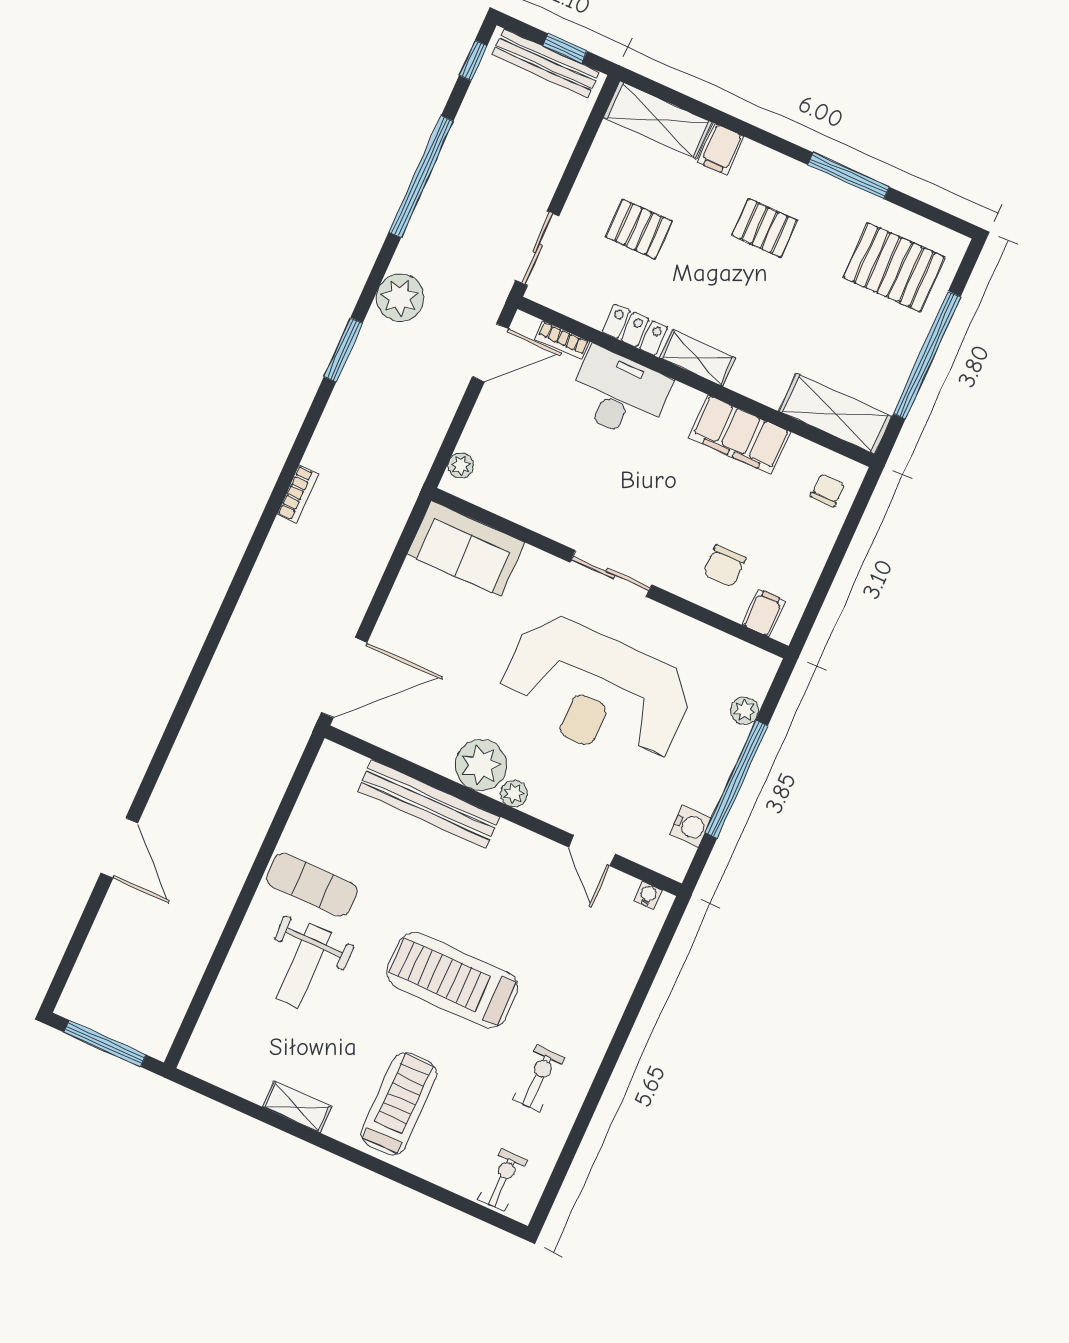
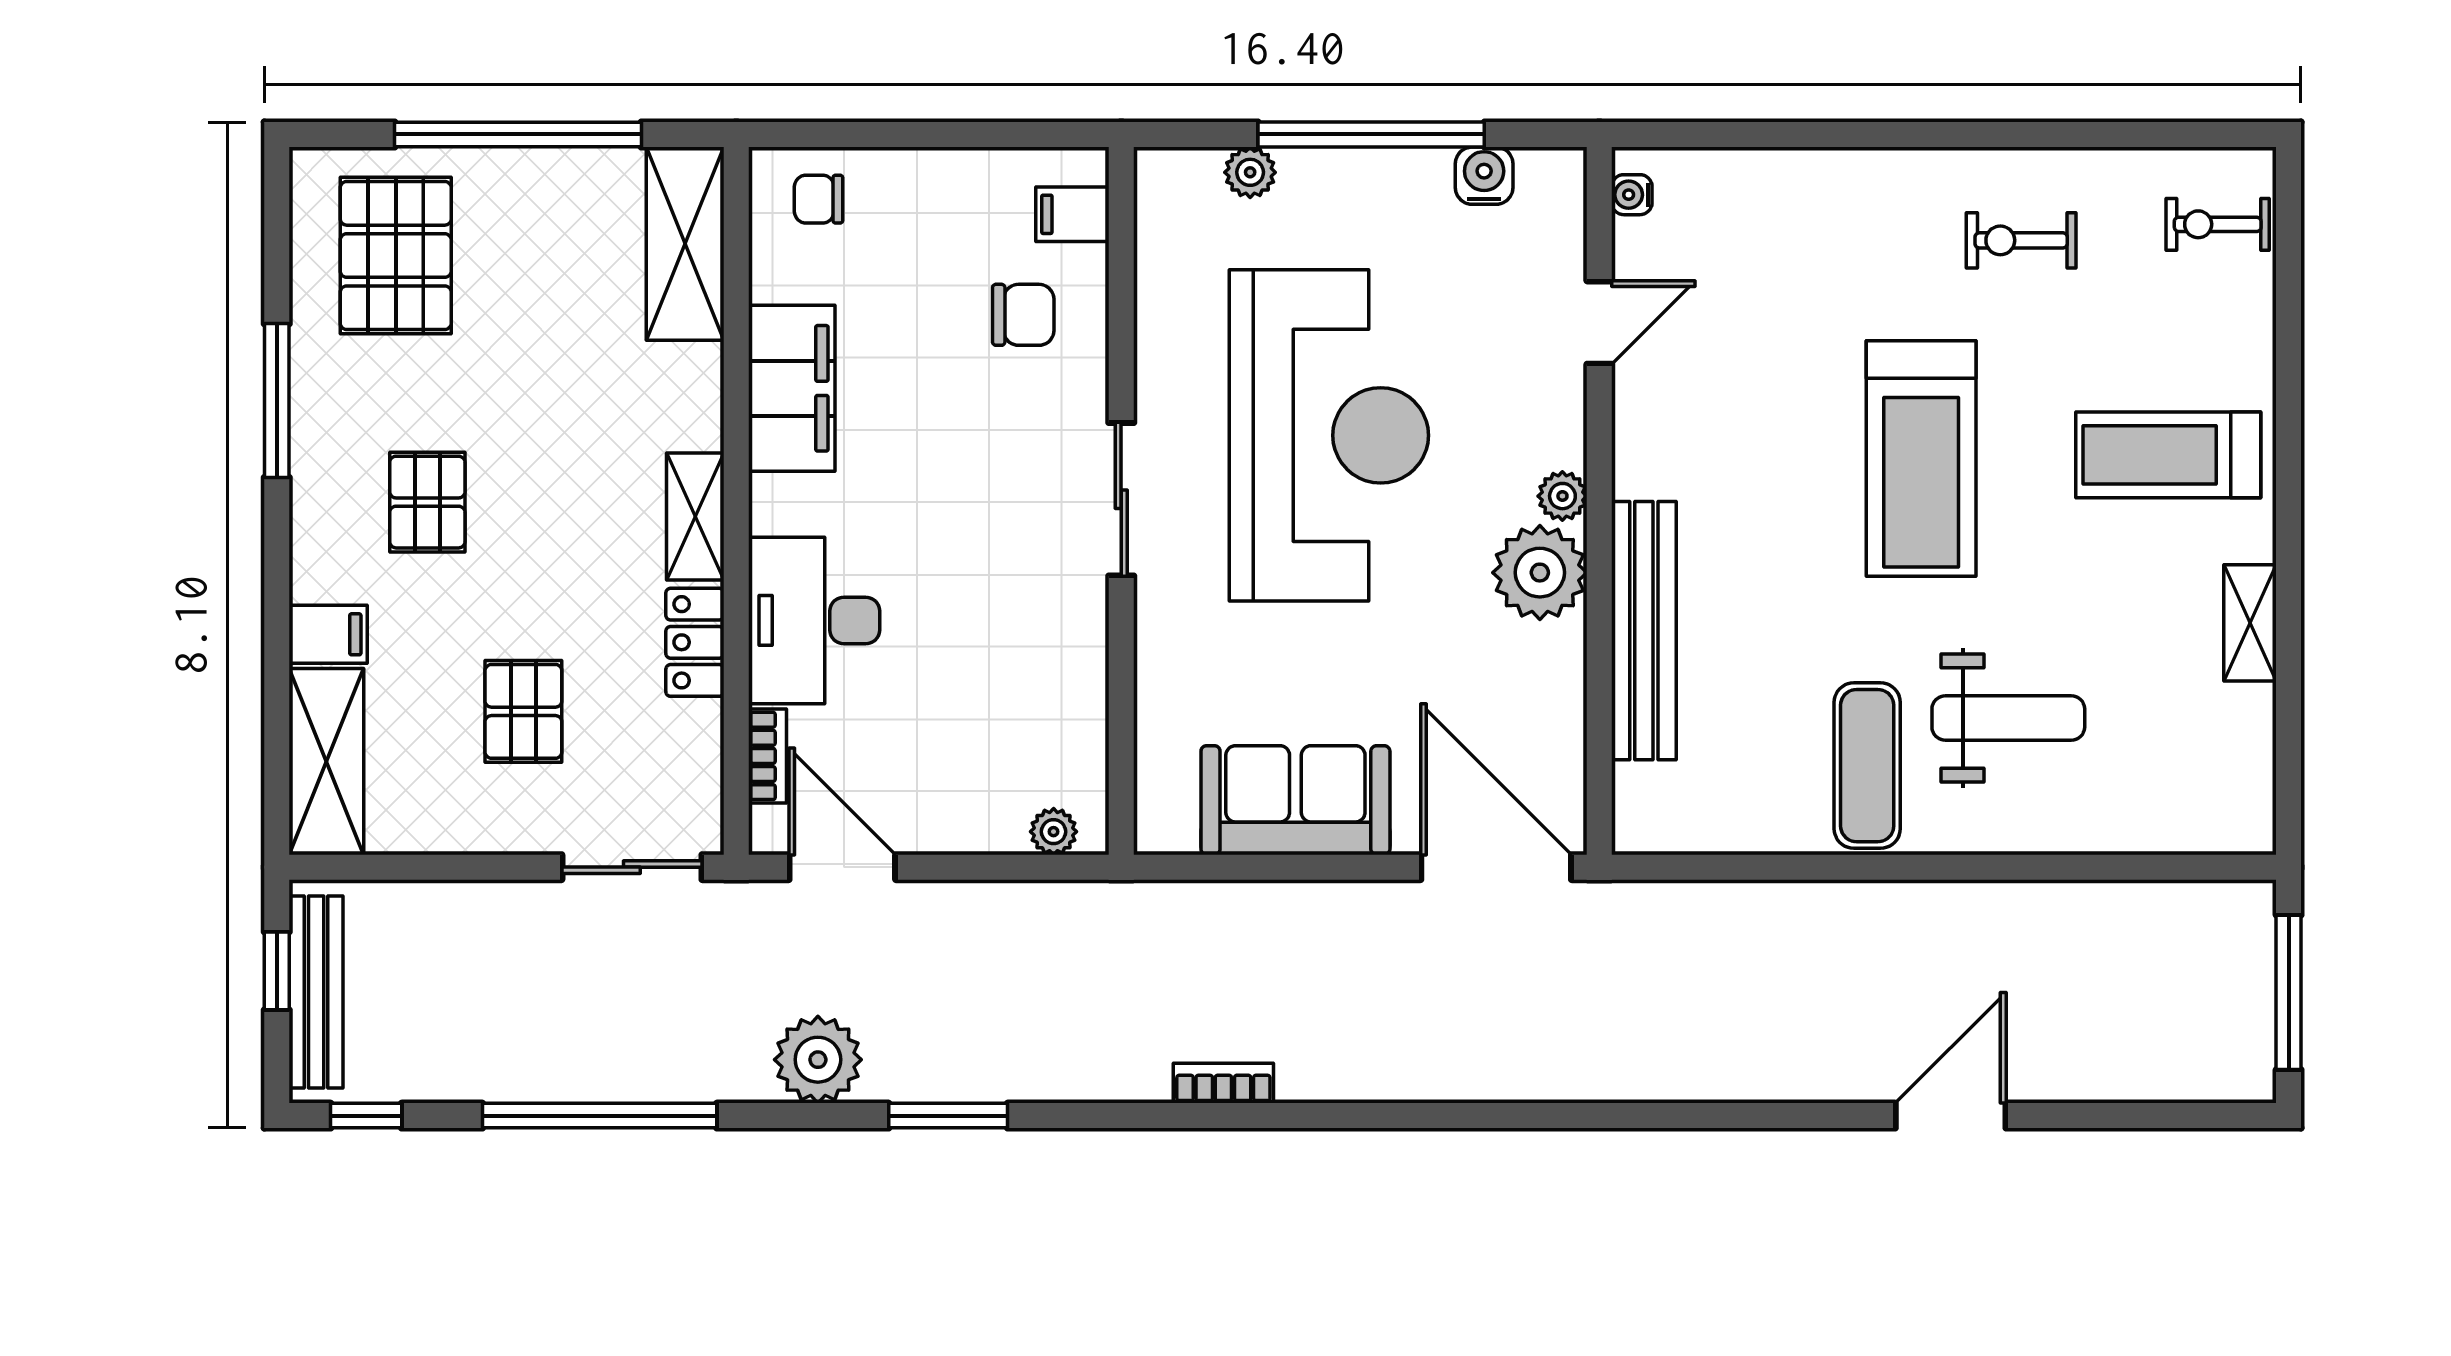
sofa: (466, 548) -> (1295, 800), moved, turned -90

